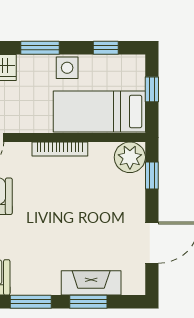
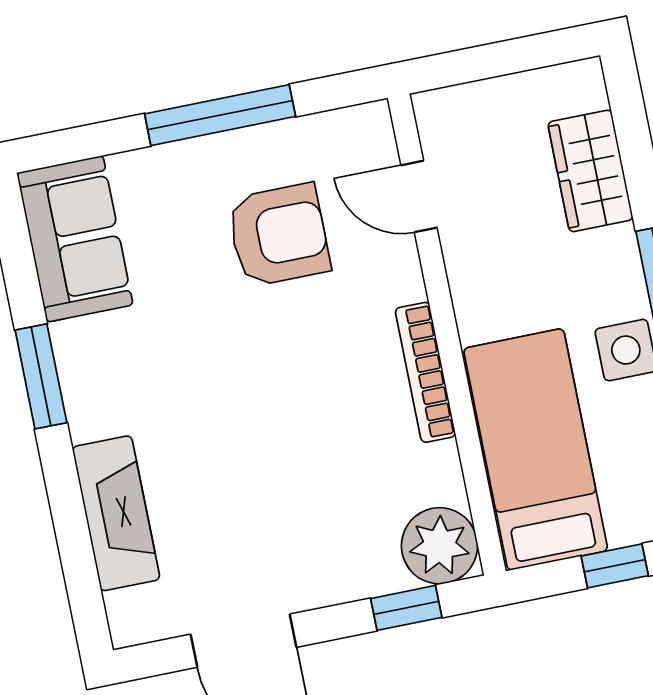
window: (88, 302) -> (69, 516), removed

